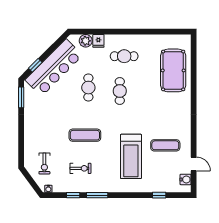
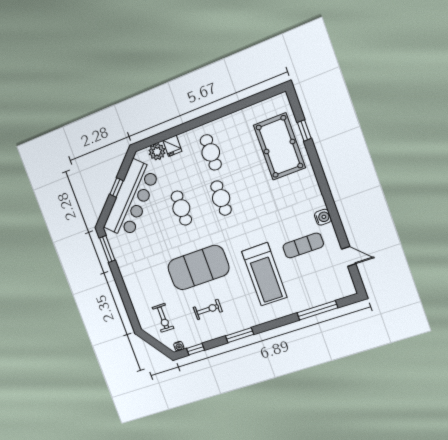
cafe table: (124, 56) -> (211, 152), turned 90
window: (35, 65) -> (116, 188), moved
window: (194, 66) -> (304, 130), added
exercise mat: (85, 135) -> (198, 268), width x2.00, depth x1.45
water cooler: (186, 179) -> (323, 217), moved
window: (73, 195) -> (195, 349), moved
window: (159, 195) -> (317, 310), width x2.17

